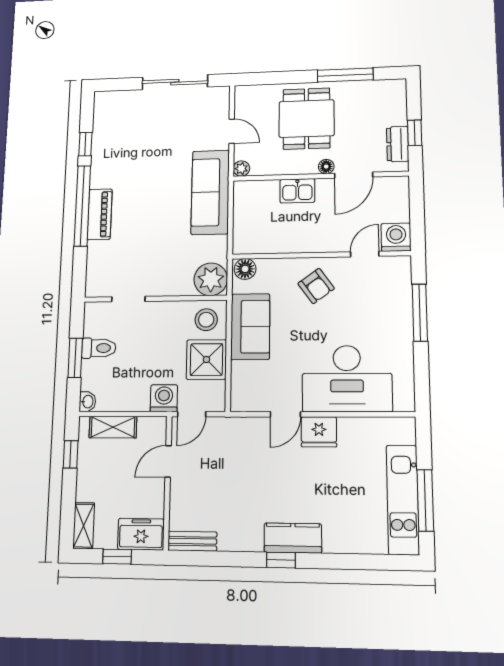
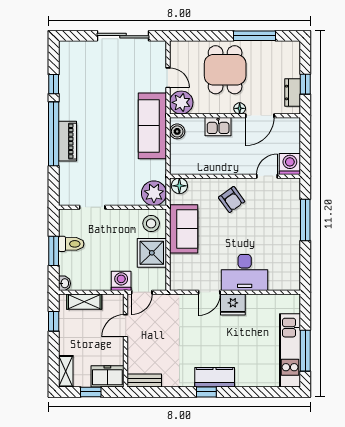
plant: (241, 169) -> (181, 102), width x1.88, depth x1.88
boiler: (243, 198) -> (177, 131), added
desk: (347, 379) -> (245, 272), width x0.73, depth x0.77

